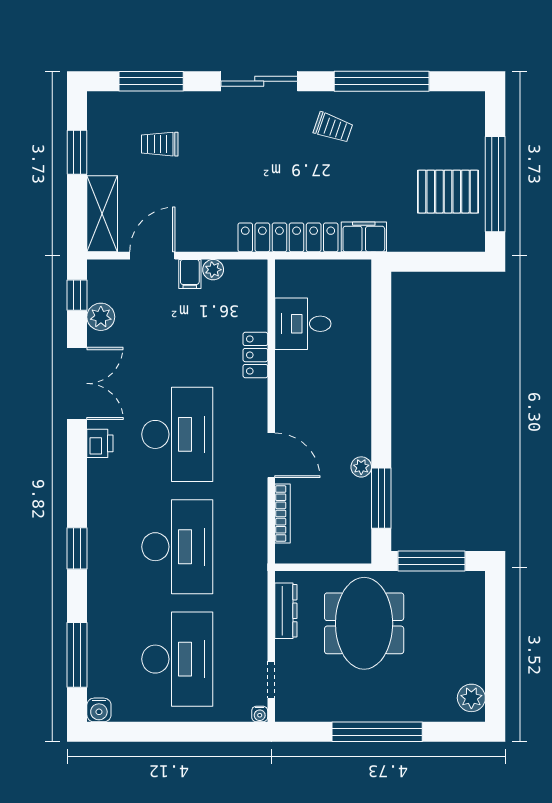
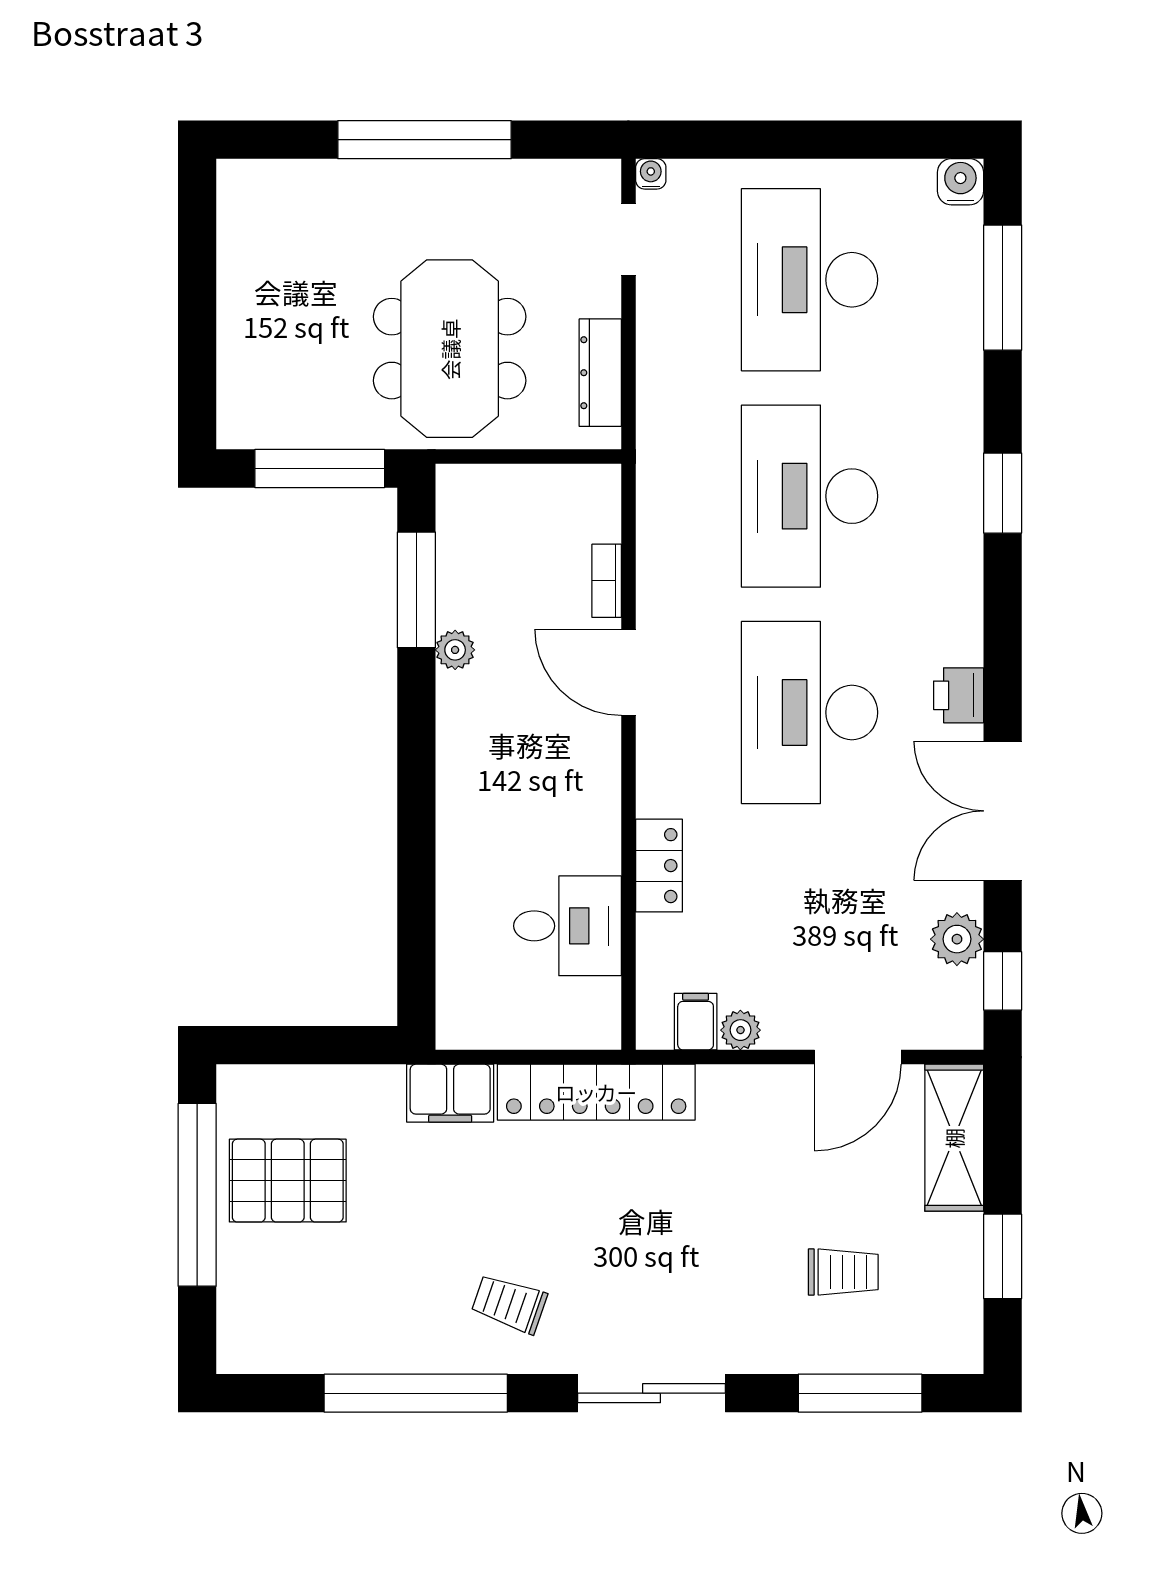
filing cabinet: (190, 274) -> (696, 1022), moved
bookcase: (283, 514) -> (607, 581), width x0.64
plant: (471, 698) -> (243, 205), removed

